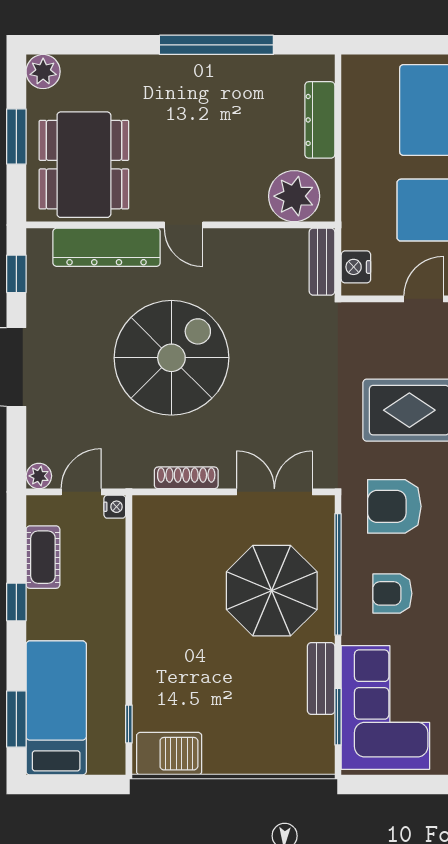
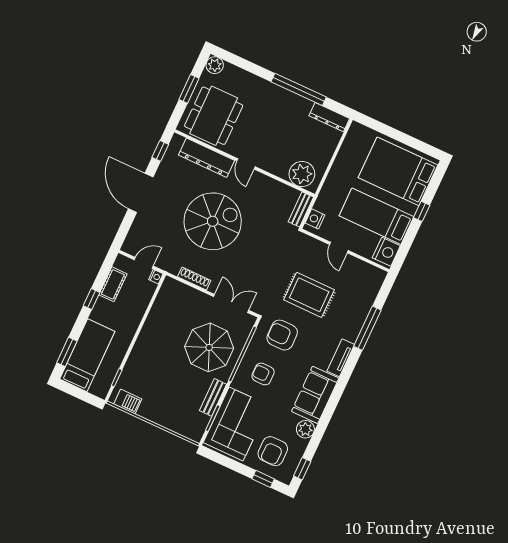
dresser: (320, 120) -> (329, 117), moved, turned -90
door: (424, 299) -> (339, 248), swing flipped
plant: (39, 476) -> (128, 247), removed
barbecue: (169, 754) -> (128, 402), width x0.73, depth x0.79

